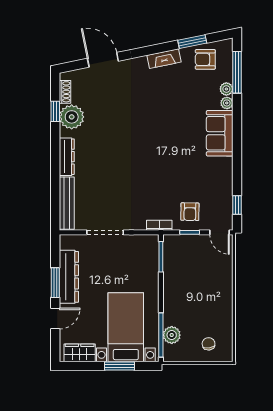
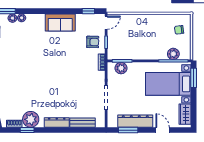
sofa: (220, 133) -> (60, 23), moved
bench: (67, 203) -> (82, 123), width x0.73
plant: (150, 255) -> (121, 68), added
window: (55, 283) -> (128, 130), moved
window: (120, 366) -> (194, 78), moved

